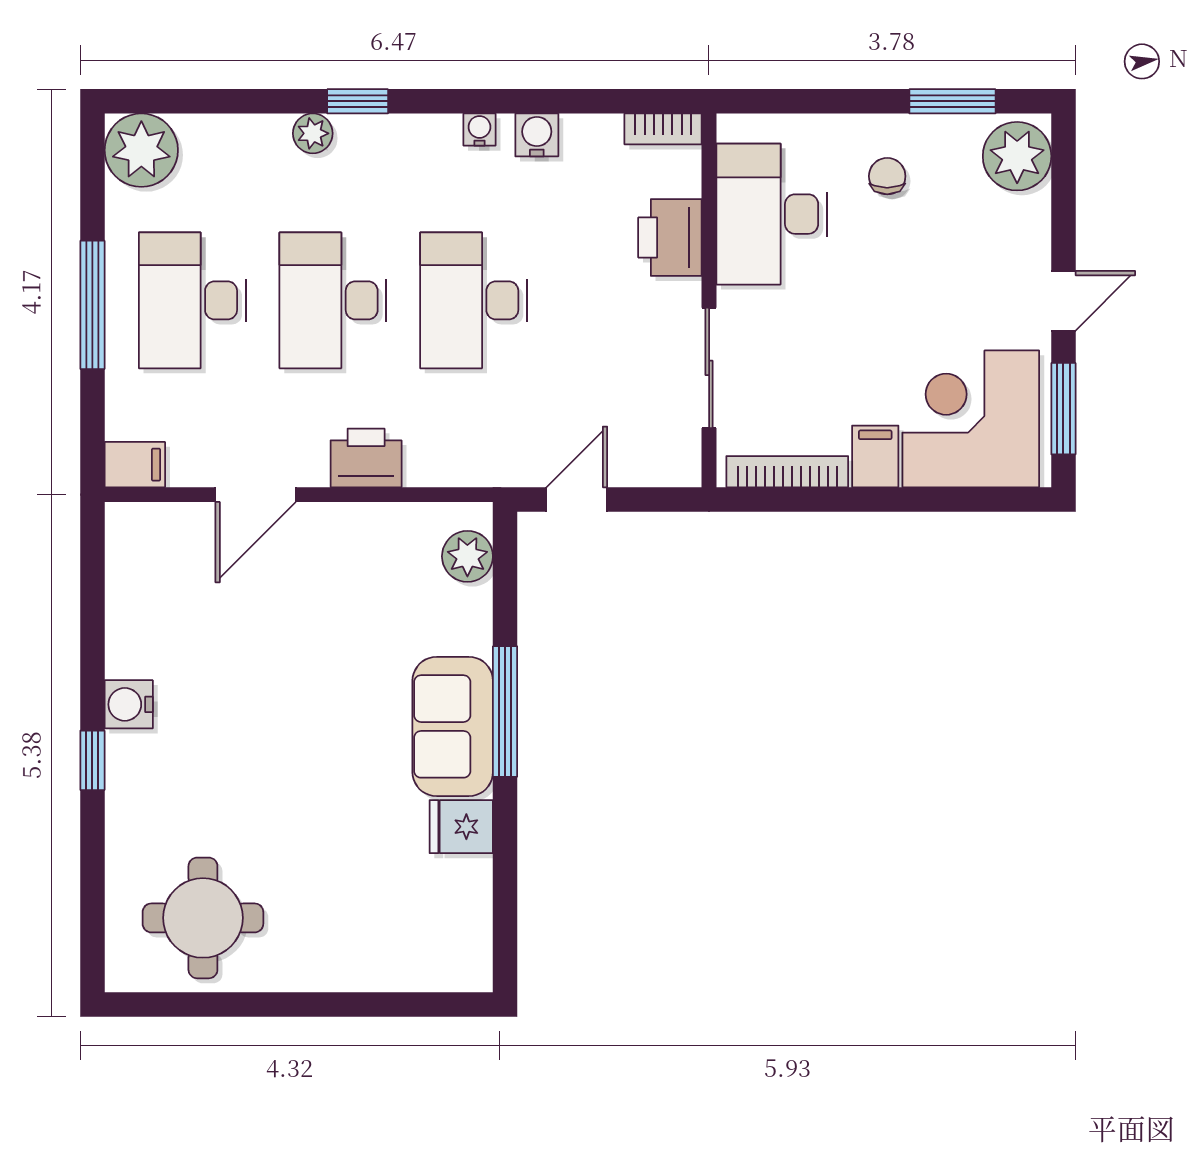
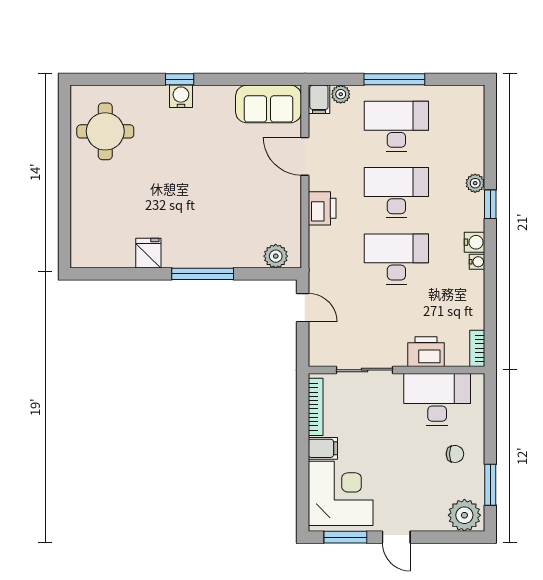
water cooler: (537, 135) -> (474, 242), moved
plant: (141, 150) -> (341, 94), moved, width x0.53, depth x0.53
water cooler: (129, 704) -> (181, 96), moved
sofa: (453, 726) -> (269, 104), moved, turned 180

